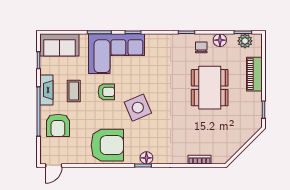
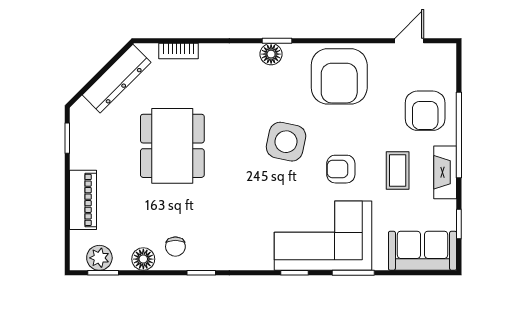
dining table: (210, 88) -> (172, 146), moved
side table: (138, 108) -> (286, 142), turned 35
armchair: (58, 125) -> (425, 111), turned 180
dresser: (235, 144) -> (117, 79), added
armchair: (107, 145) -> (339, 76), turned -90
door: (54, 166) -> (409, 41), moved

